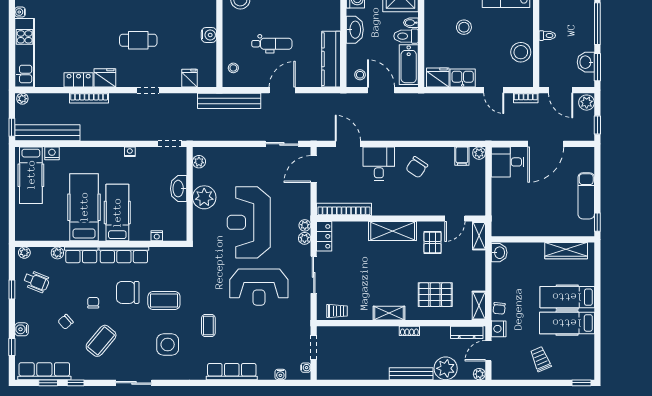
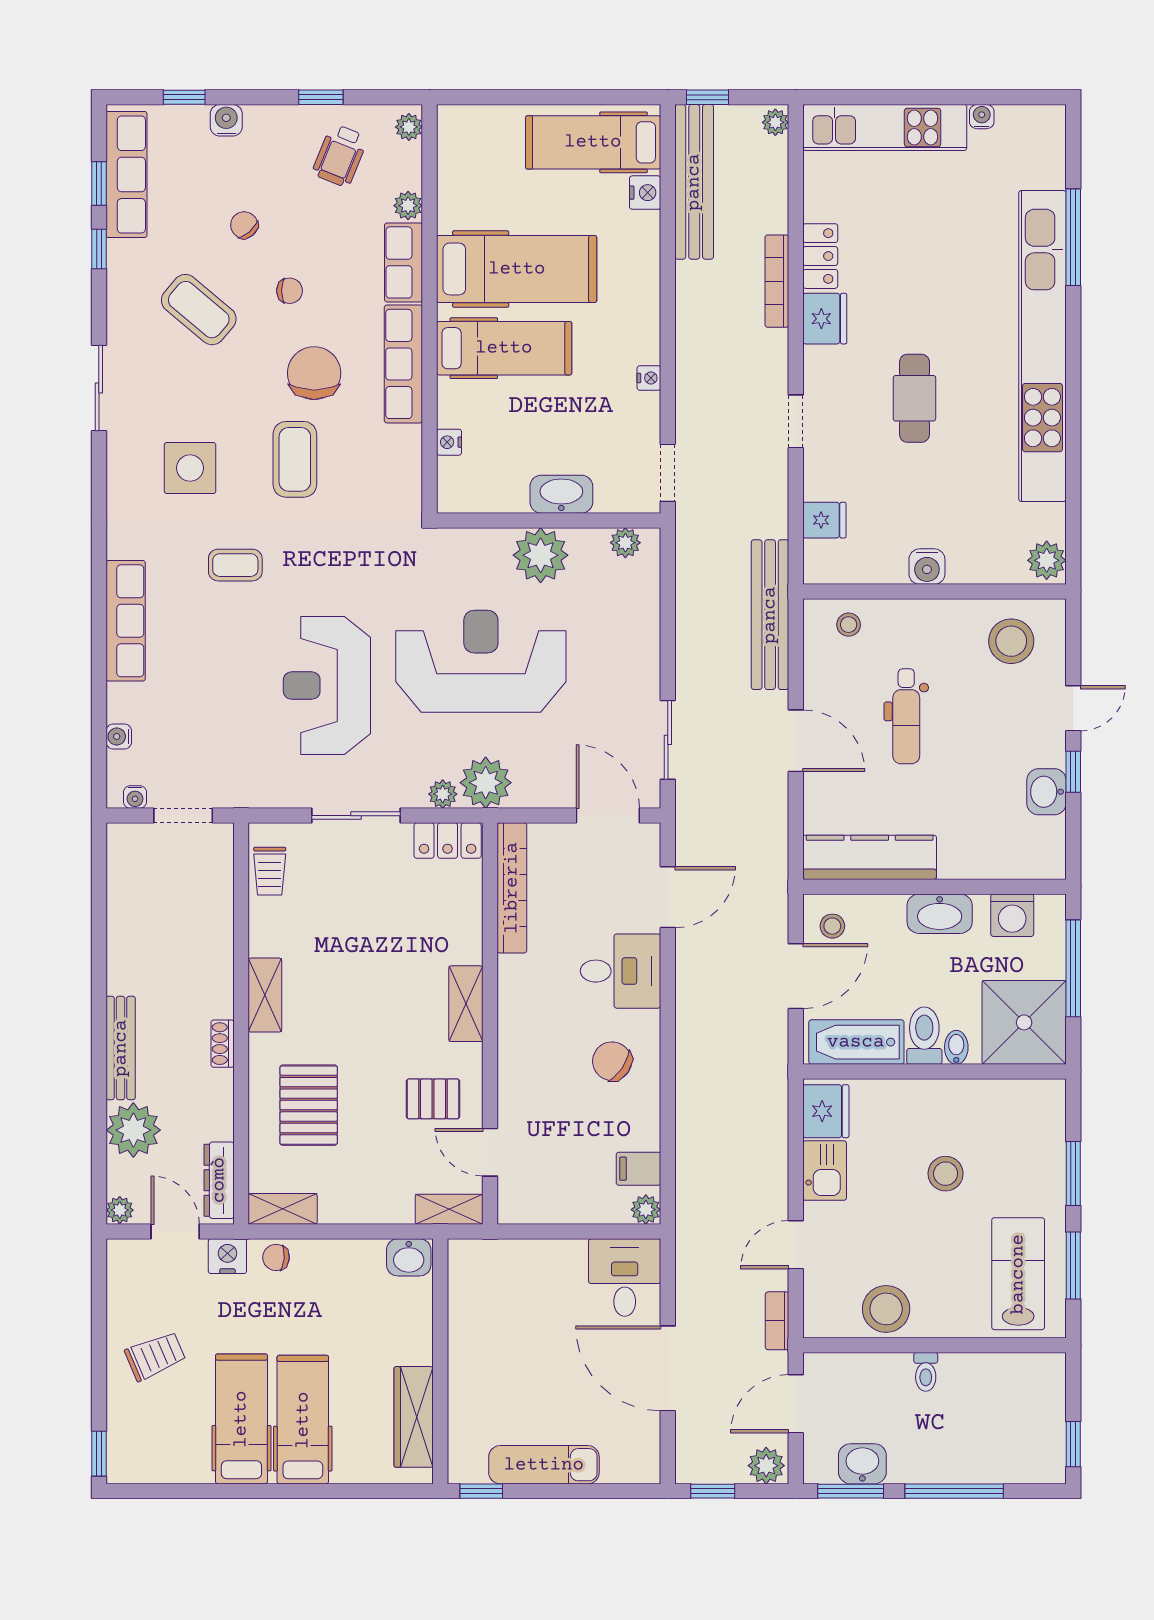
plant: (305, 225) -> (486, 783), width x1.87, depth x1.87
shelving: (393, 231) -> (466, 1004), width x0.67, depth x0.75

